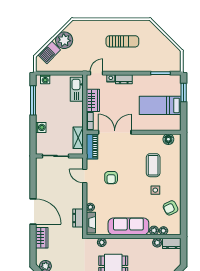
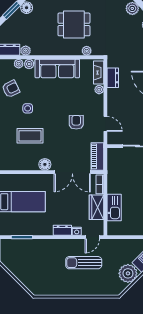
sun lounger: (122, 41) -> (84, 263), moved
kitchen sink: (77, 89) -> (114, 208), moved
shelving: (78, 138) -> (113, 166), removed
floor lamp: (168, 139) -> (45, 164), moved
coffee table: (153, 165) -> (30, 136), turned 90

